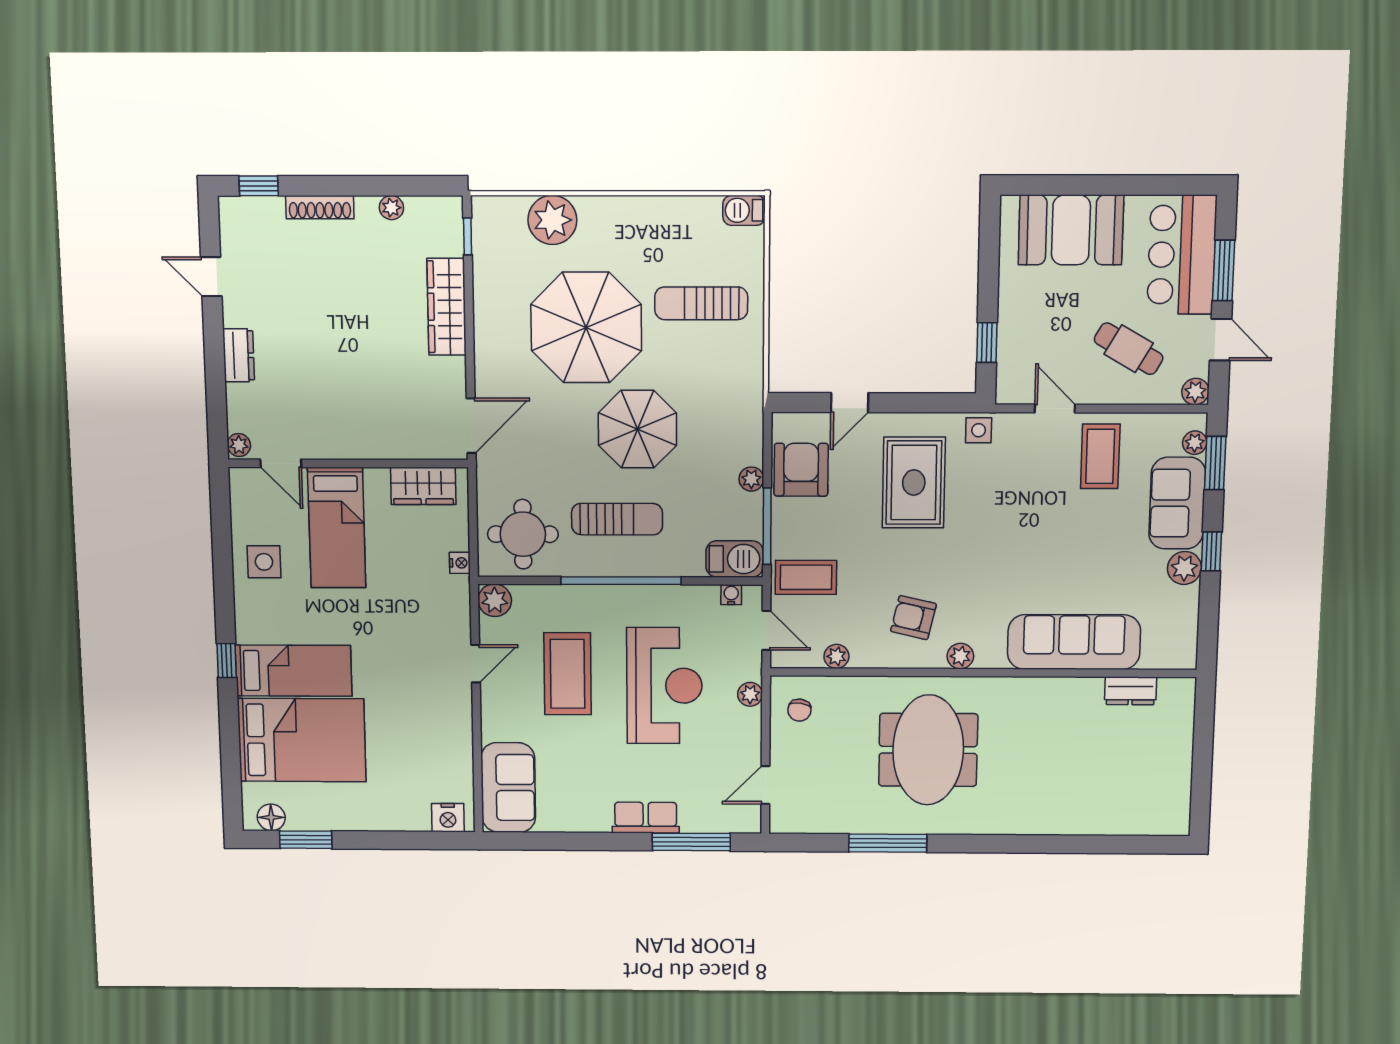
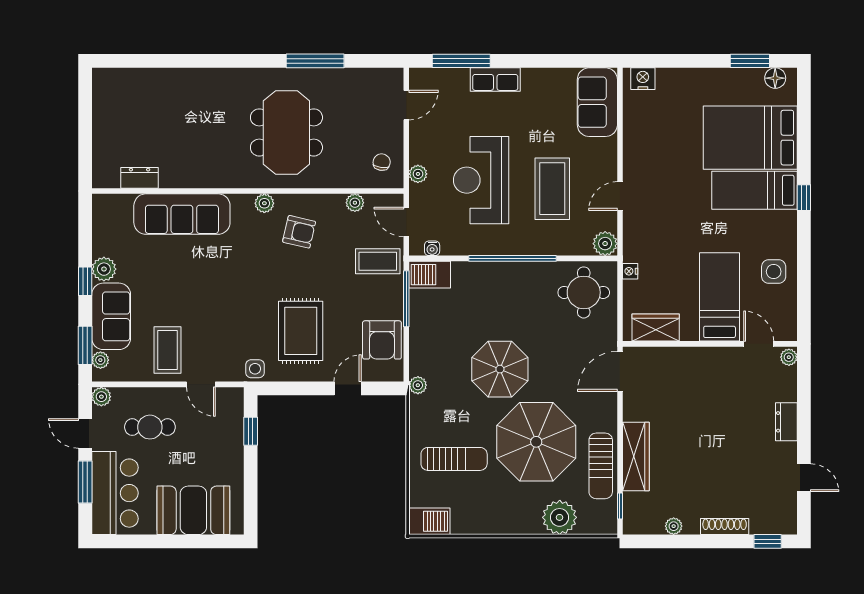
barbecue: (744, 210) -> (429, 521), width x1.38, depth x1.27
cafe table: (1129, 349) -> (150, 427), turned -30
plant: (751, 479) -> (418, 385), moved
sun lounger: (617, 519) -> (601, 466), moved, turned -90

